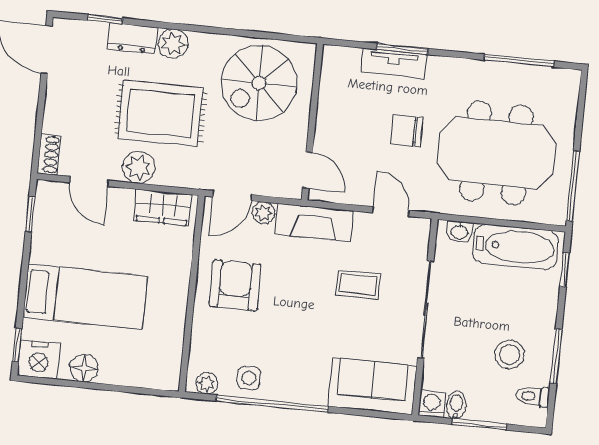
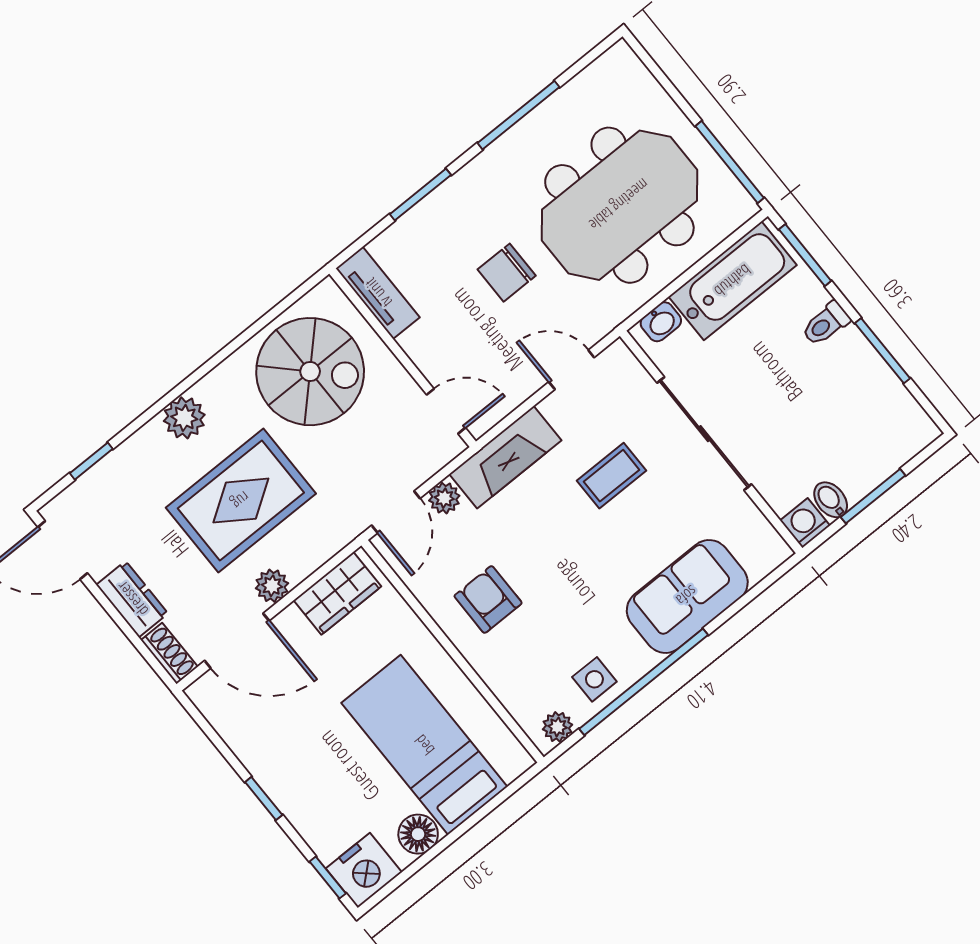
dresser: (132, 38) -> (132, 599), moved, turned -90
window: (519, 61) -> (519, 115), moved
tv unit: (394, 63) -> (378, 293), moved, turned -90
spiral stairs: (259, 83) -> (310, 372), turned -90
plant: (139, 167) -> (272, 586), width x0.73, depth x0.73
door: (89, 181) -> (237, 641), width x1.38
window: (30, 214) -> (264, 798), moved
window: (565, 270) -> (805, 255), width x1.50
armchair: (235, 285) -> (488, 599), width x0.72, depth x0.72
bed: (85, 297) -> (424, 745), moved, turned -90
stool: (510, 355) -> (834, 396), removed
sofa: (372, 386) -> (687, 596), moved
toilet: (533, 396) -> (826, 324), moved

